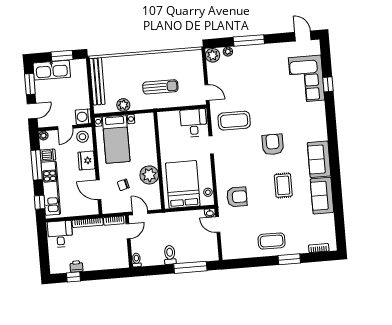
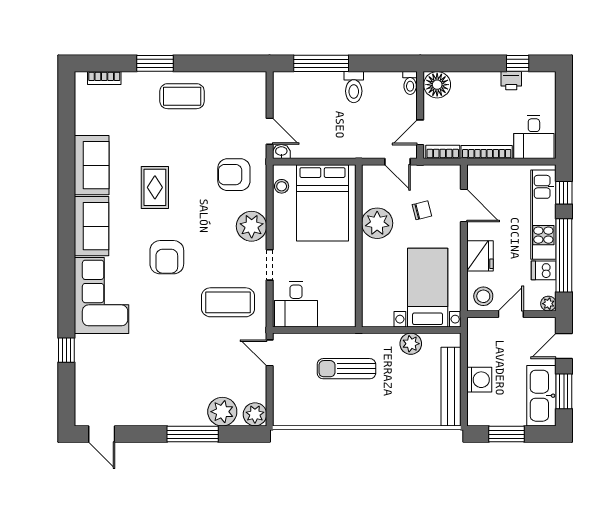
plant: (228, 52) -> (222, 412), width x1.88, depth x1.88
kitchen sink: (52, 70) -> (541, 396), moved, turned -90
corner sofa: (306, 79) -> (102, 296), moved
washing machine: (83, 117) -> (479, 380), moved
window: (37, 165) -> (564, 255), width x1.46
plant: (224, 167) -> (252, 226), added
floor lamp: (120, 260) -> (437, 85), added

